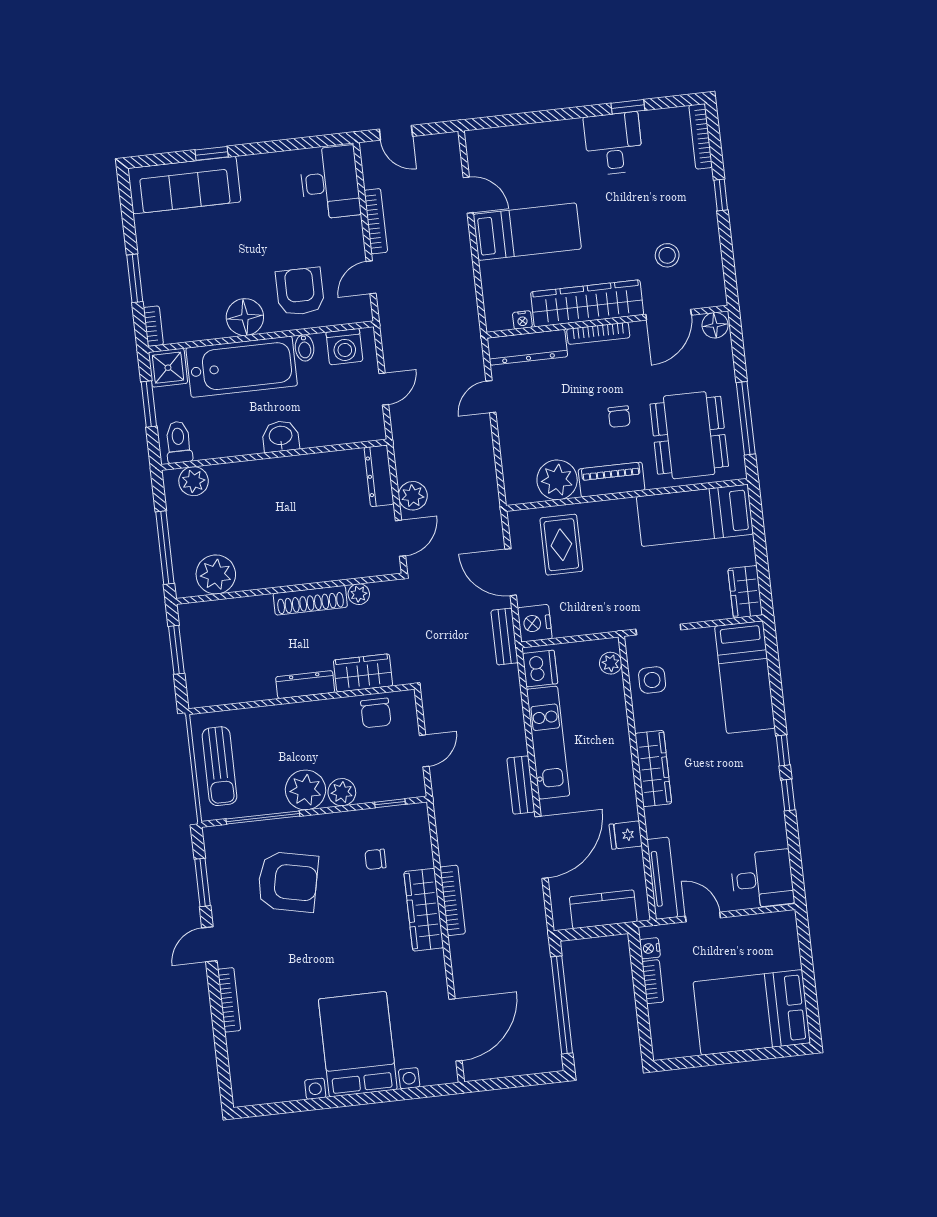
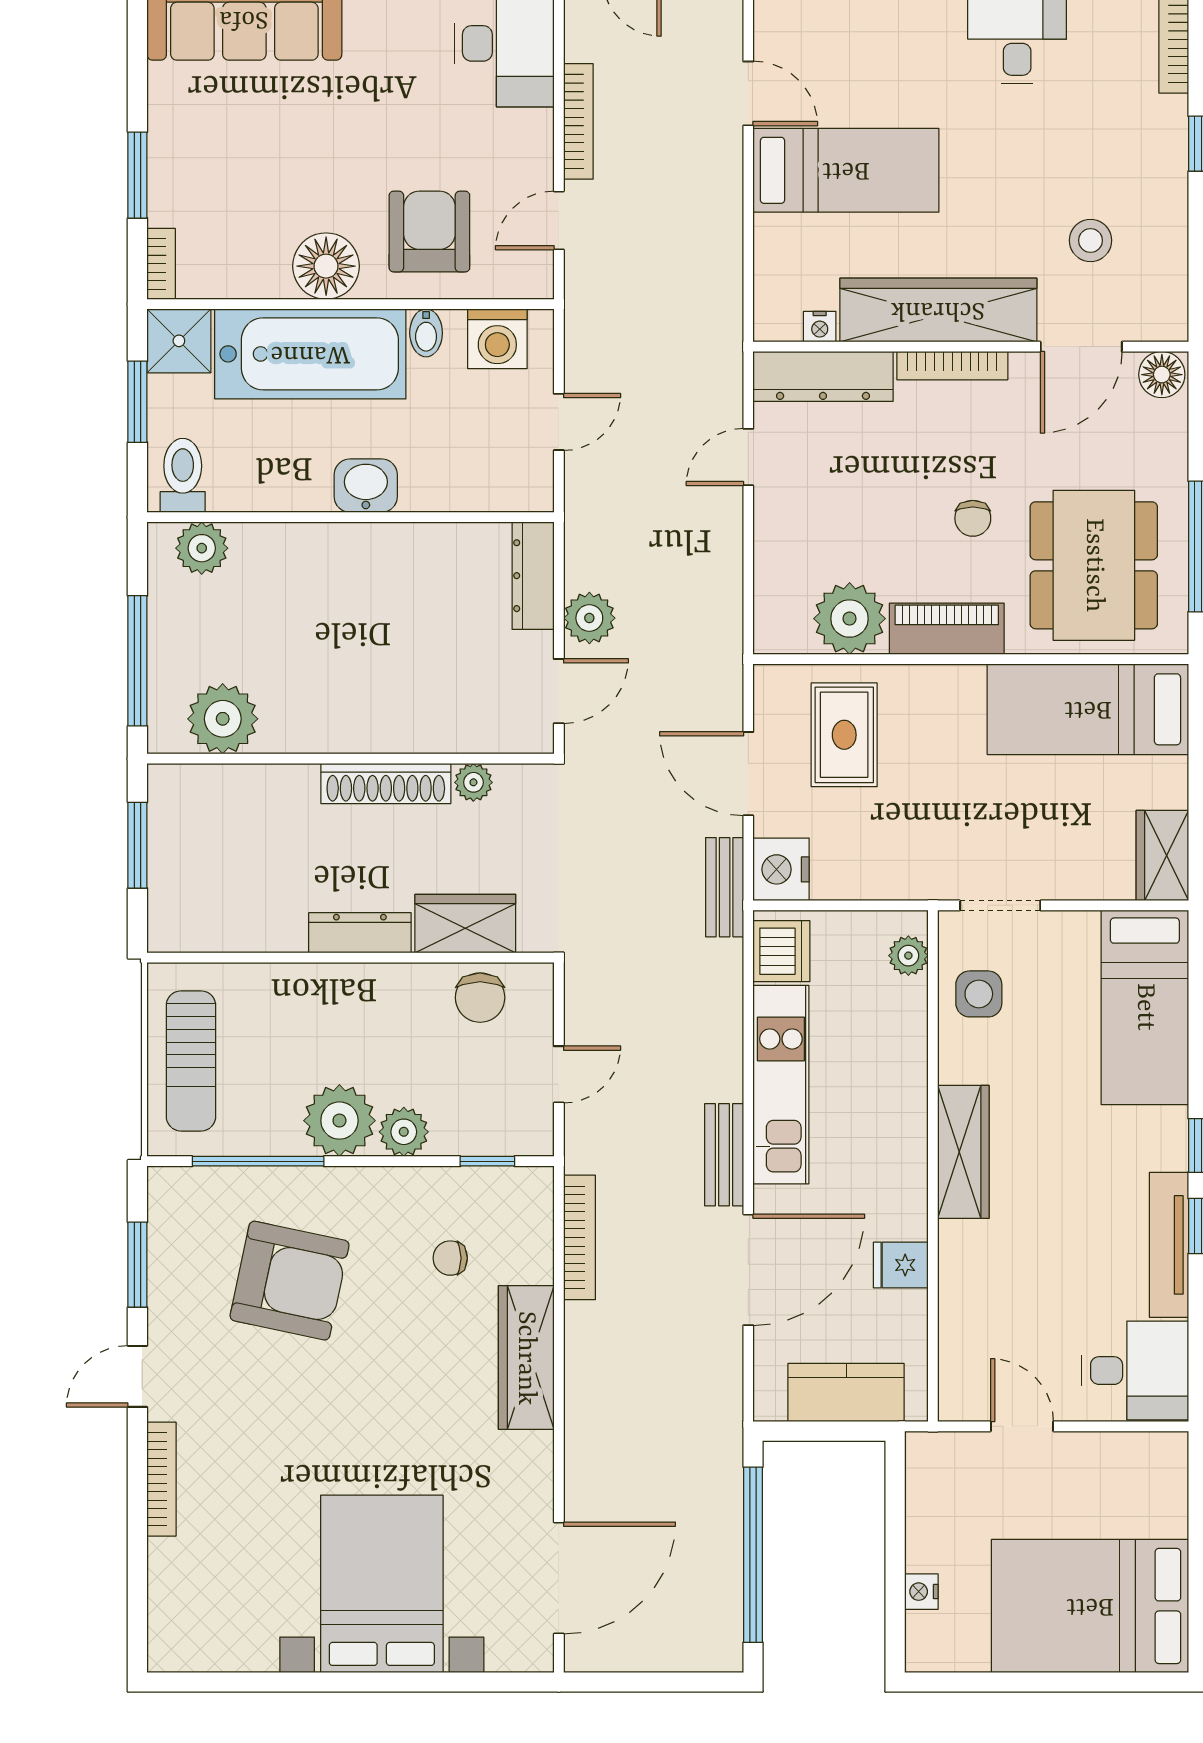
tv unit: (662, 878) -> (1169, 1245), moved, turned 180
bookcase: (453, 900) -> (580, 1237), moved
nightstand: (650, 948) -> (921, 1592), moved
bookcase: (653, 982) -> (920, 1532), removed

